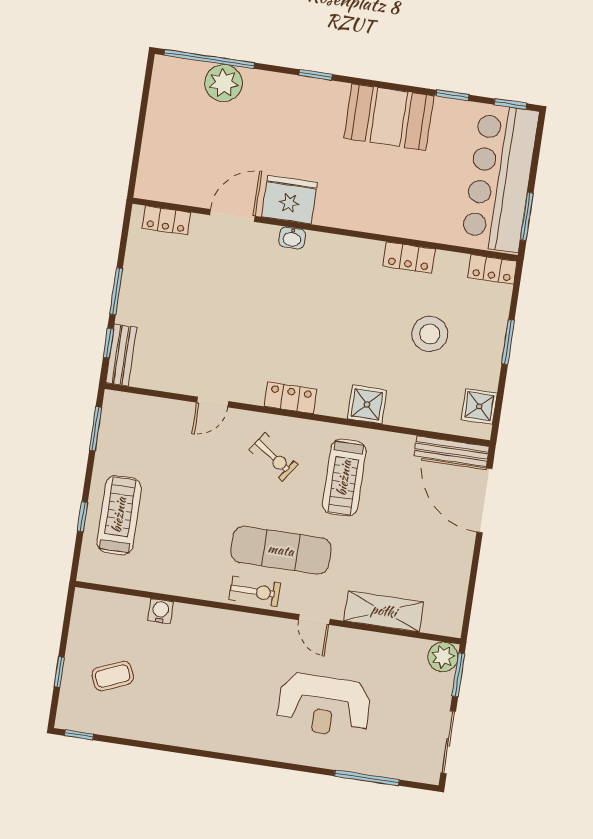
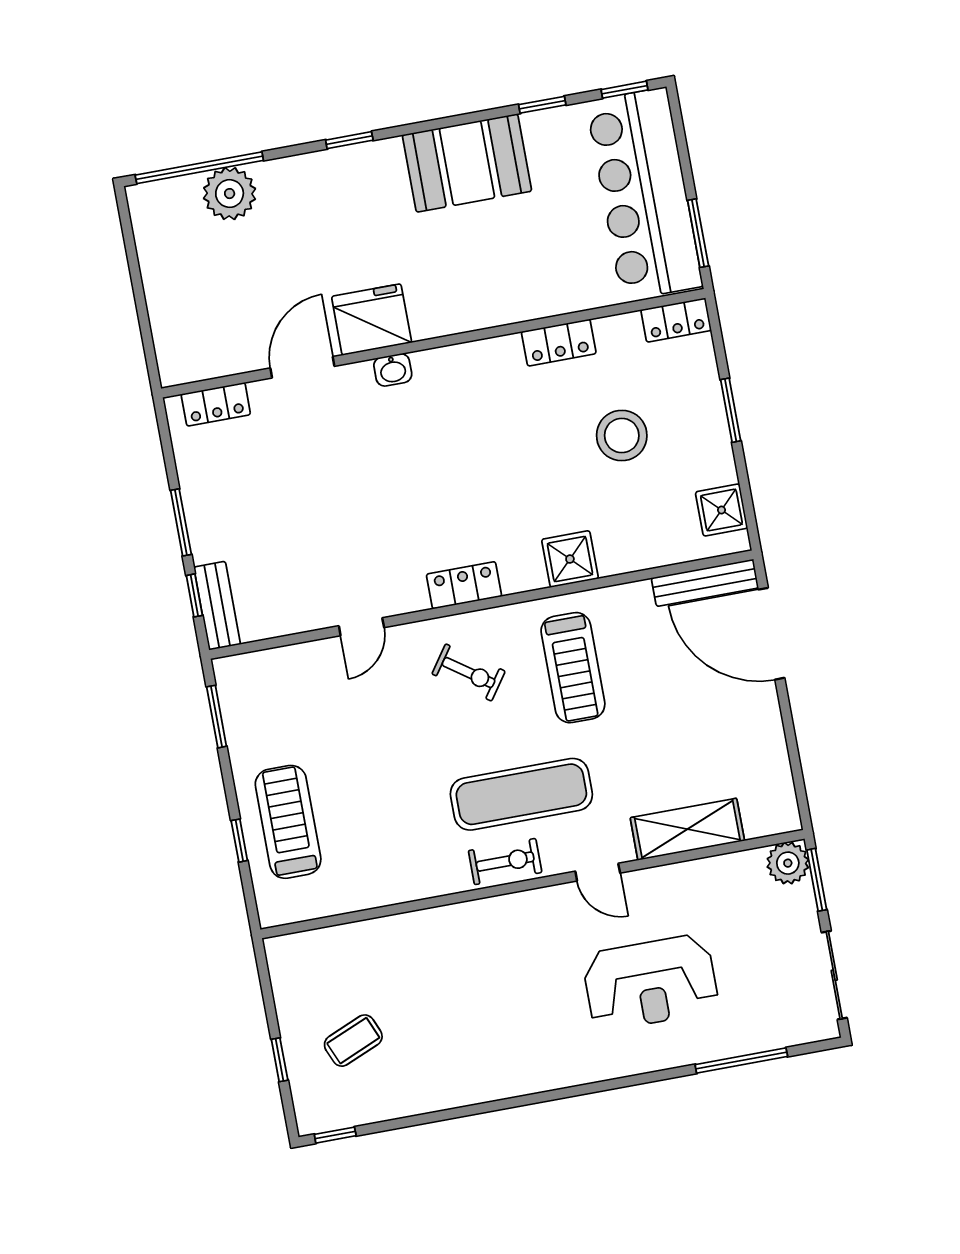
water cooler: (161, 611) -> (388, 931), removed

